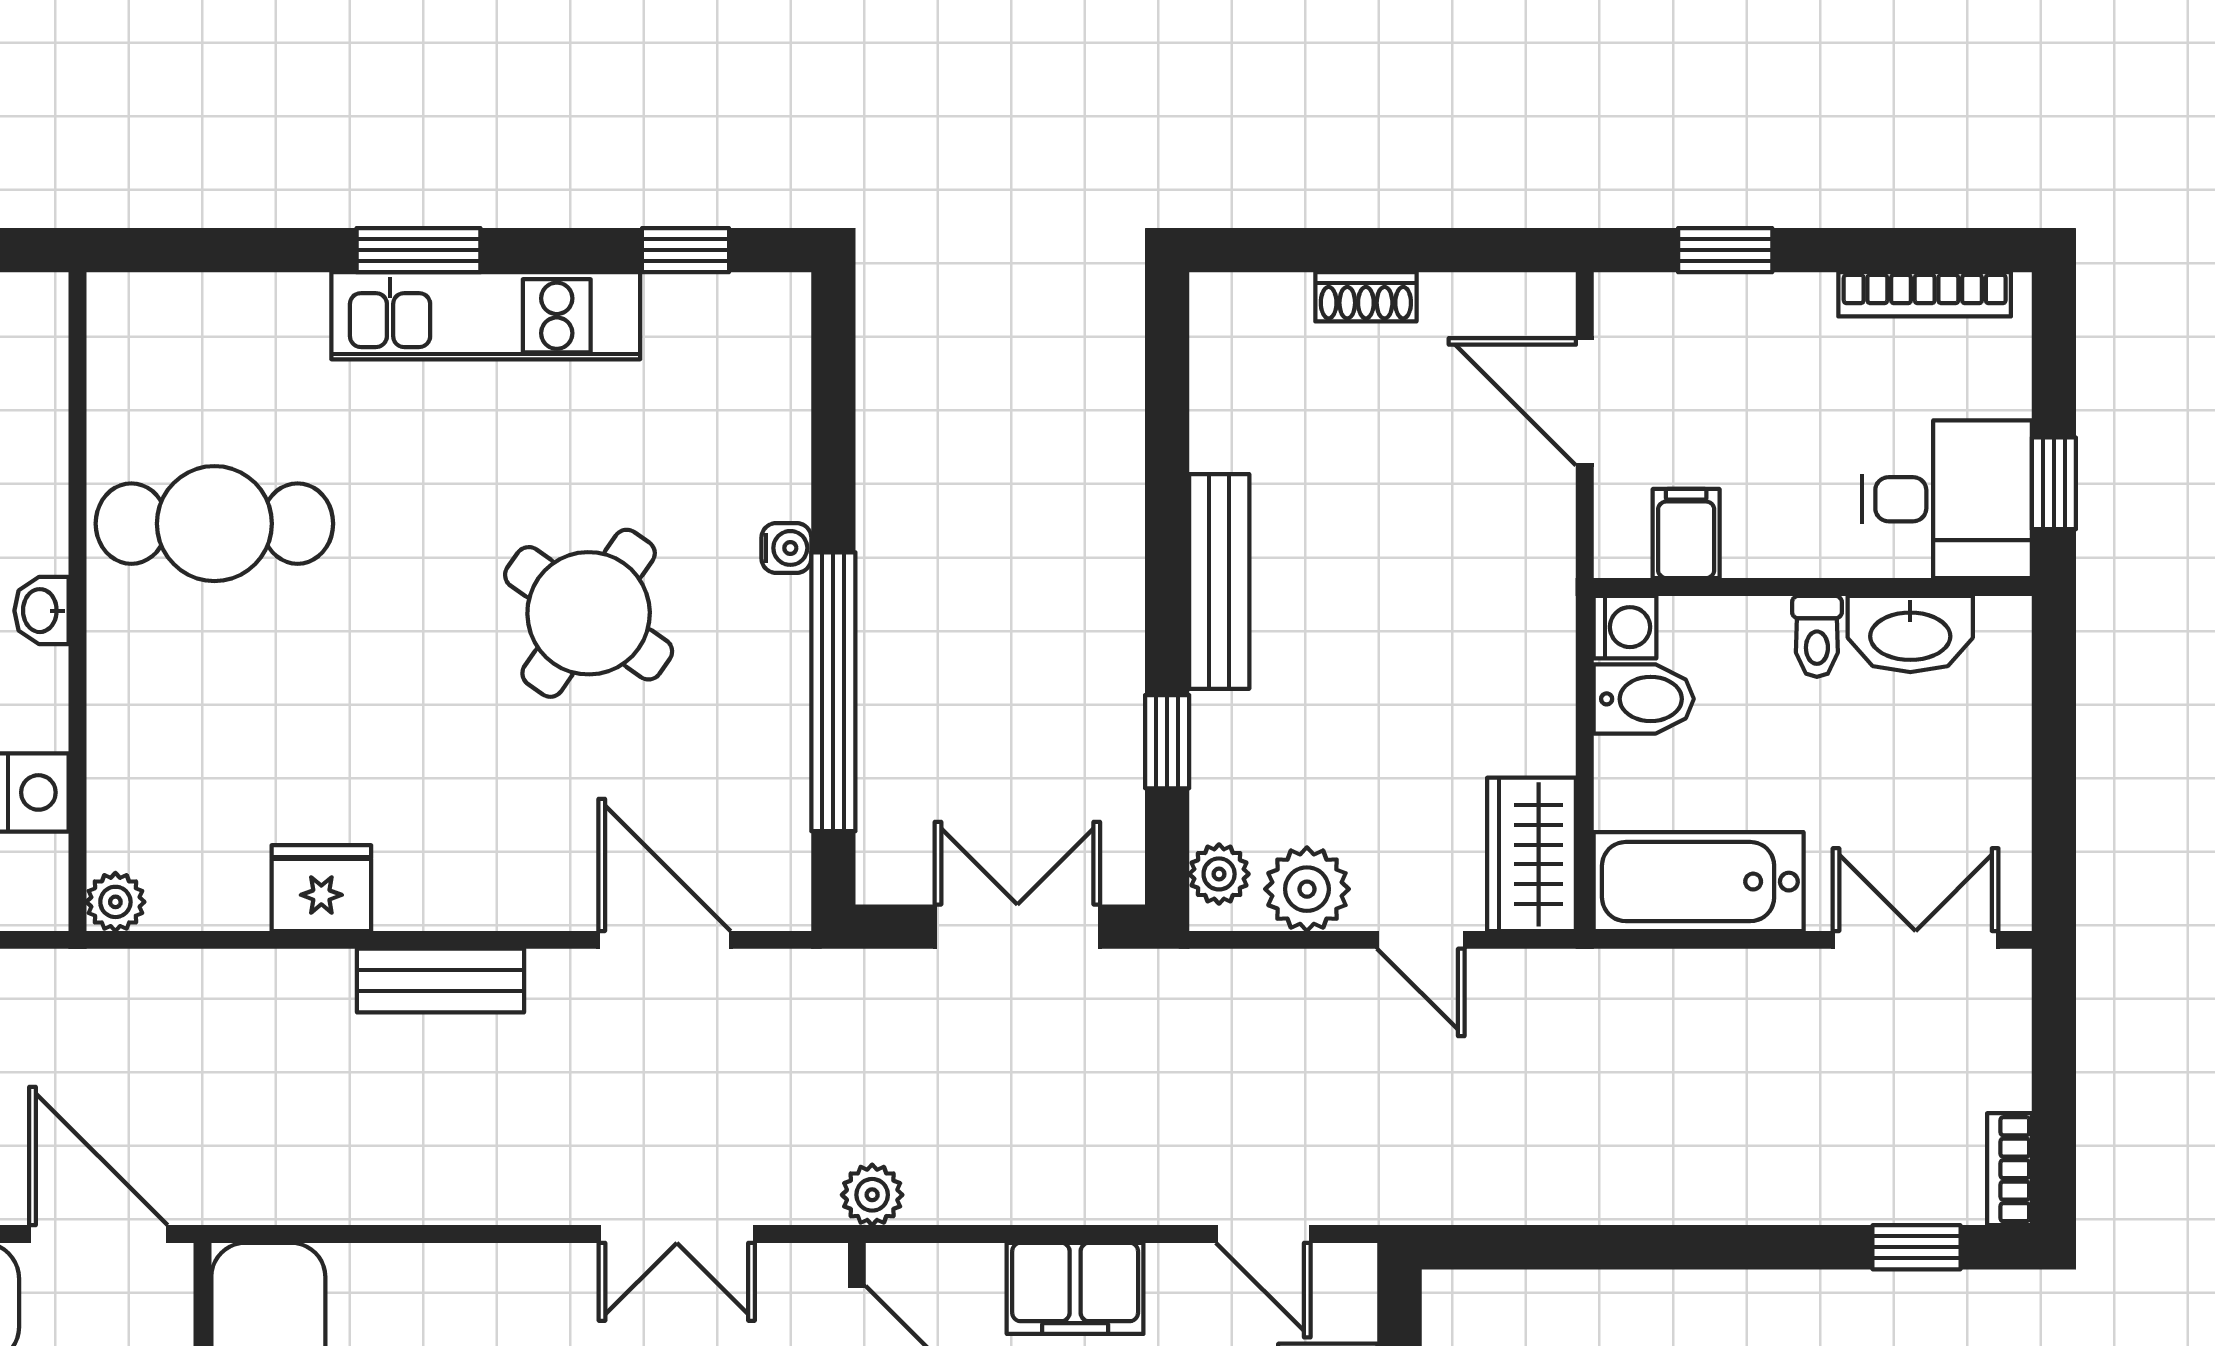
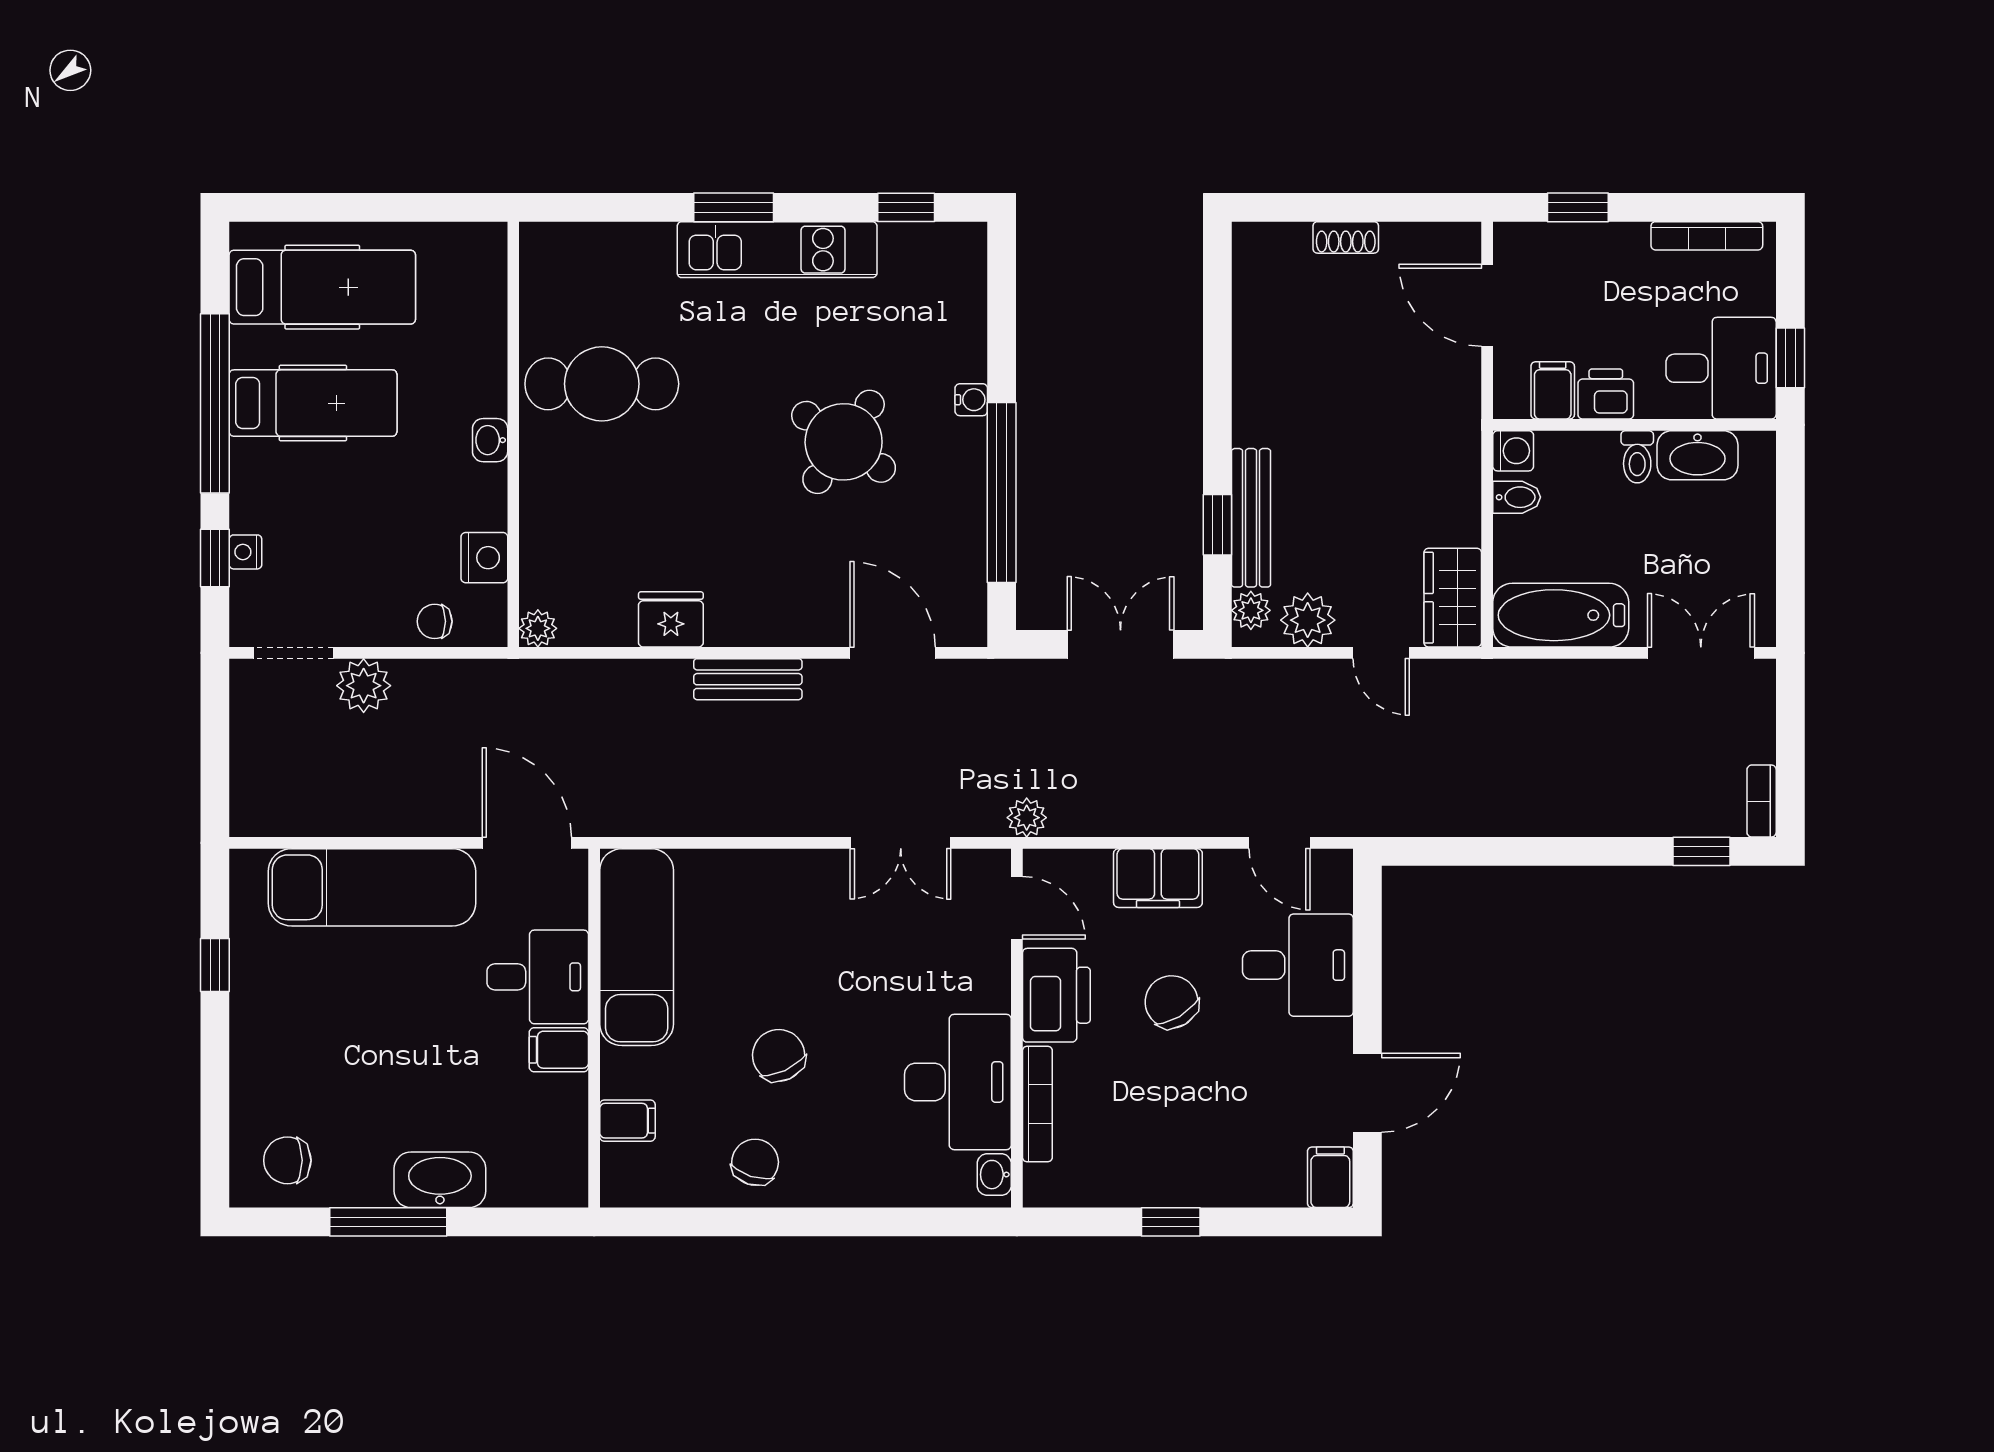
printer: (1768, 539) -> (1606, 394), added
bench: (1219, 581) -> (1251, 518), moved
bidet: (1644, 699) -> (1517, 497), width x0.72, depth x0.74

